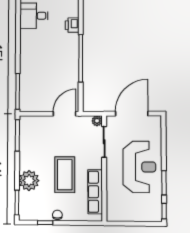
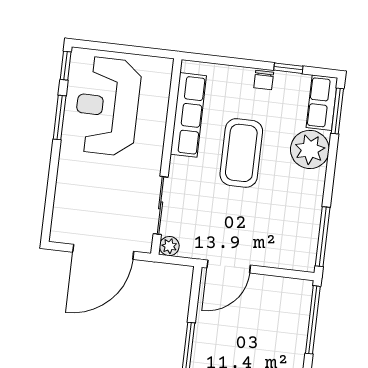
reception desk: (139, 167) -> (107, 106), moved
row of seats: (25, 206) -> (322, 103), added

